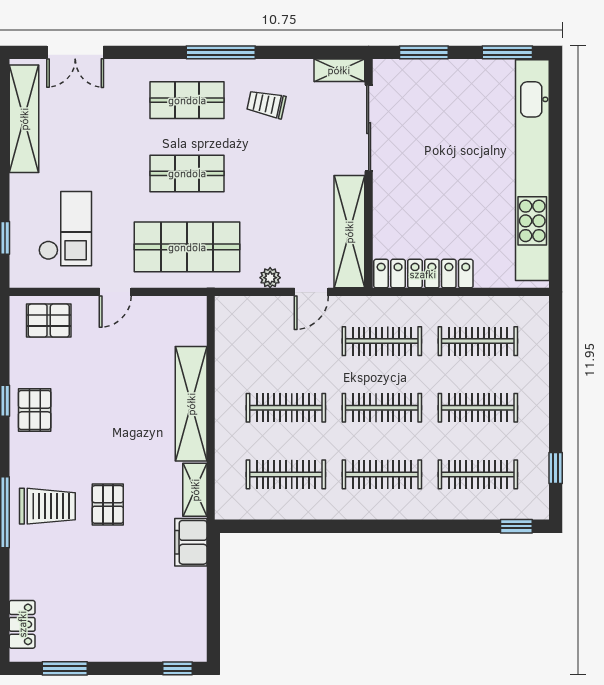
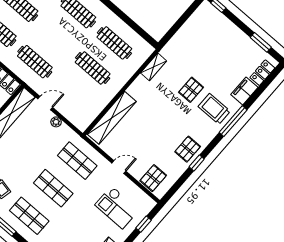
checkout: (65, 229) -> (117, 207), turned -90
shop shelf: (187, 247) -> (77, 161), width x0.70, depth x0.74
pallet: (49, 321) -> (153, 178), turned 90
shelving: (191, 404) -> (112, 118), moved
clothes rail: (382, 408) -> (57, 37), removed
filing cabinet: (191, 542) -> (244, 91), moved, turned 180

